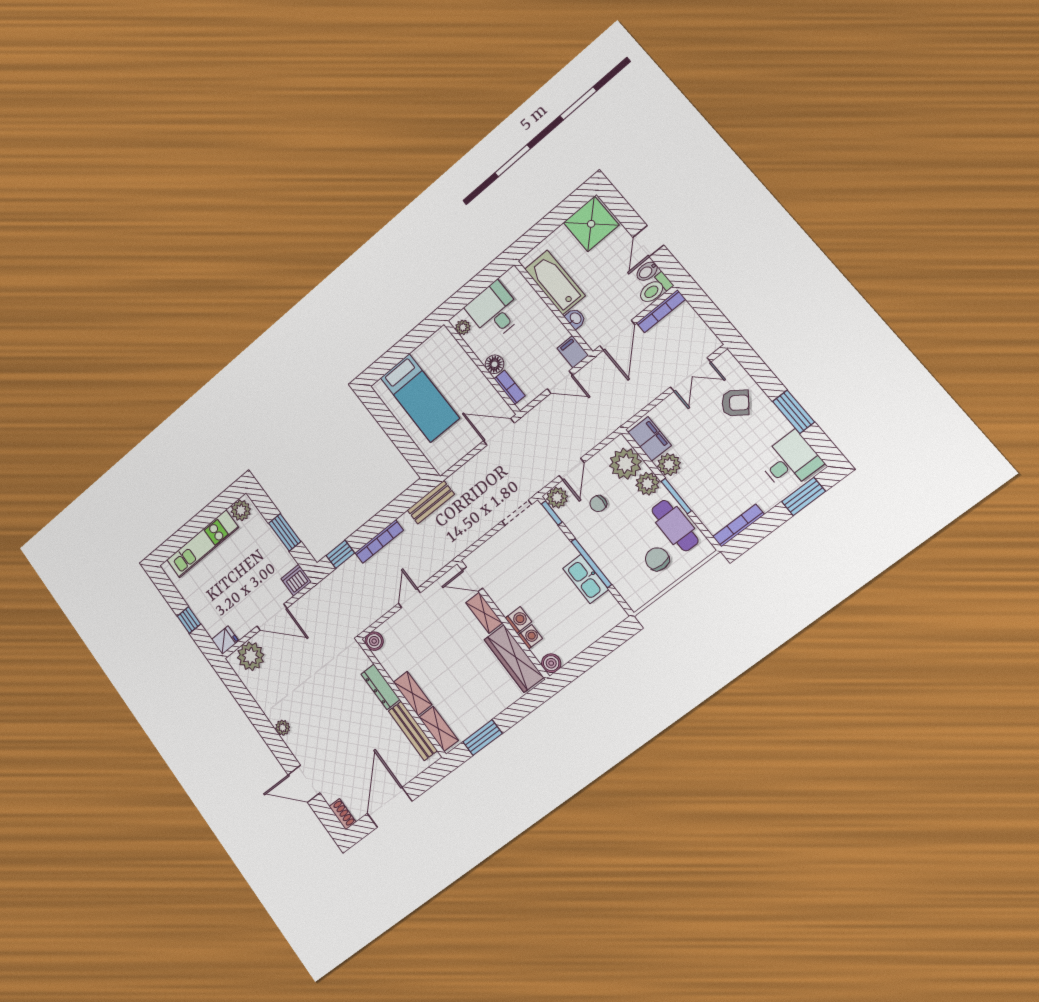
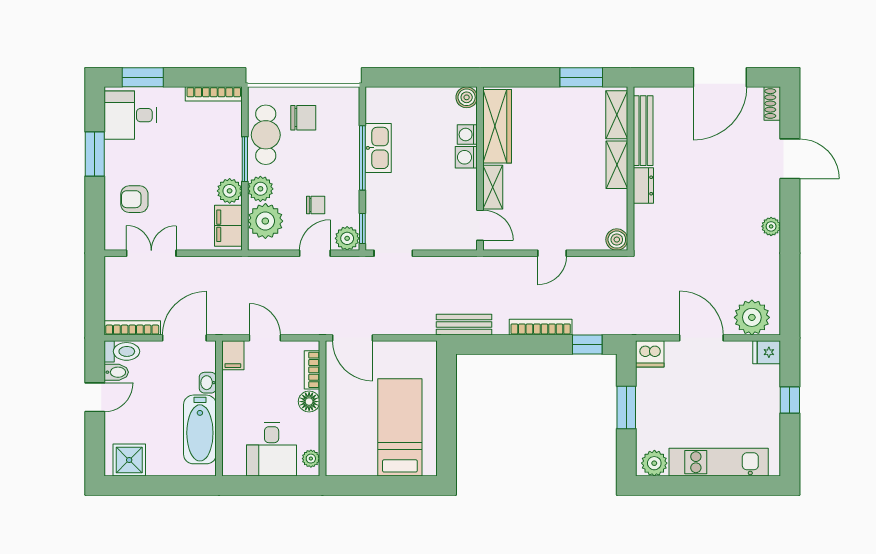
shower: (591, 224) -> (129, 460), width x0.73, depth x0.73
armchair: (735, 403) -> (134, 199), turned -37
chair: (657, 559) -> (303, 118), turned -90
dresser: (380, 687) -> (643, 185), width x0.70

